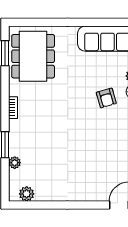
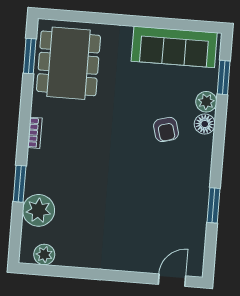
plant: (15, 163) -> (39, 210), width x1.87, depth x1.87

